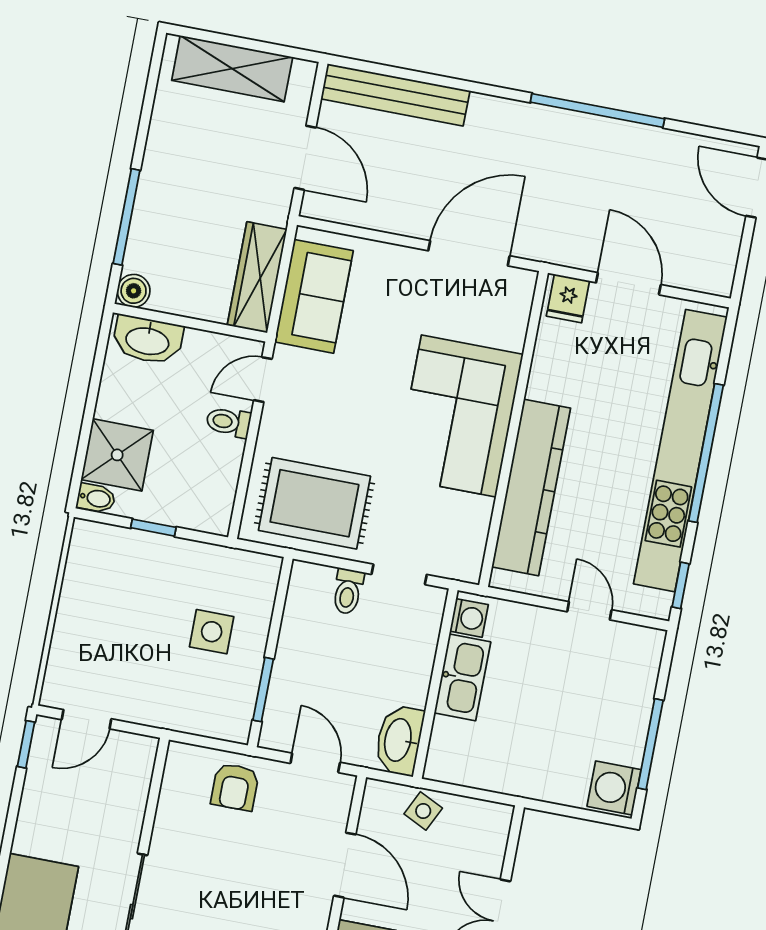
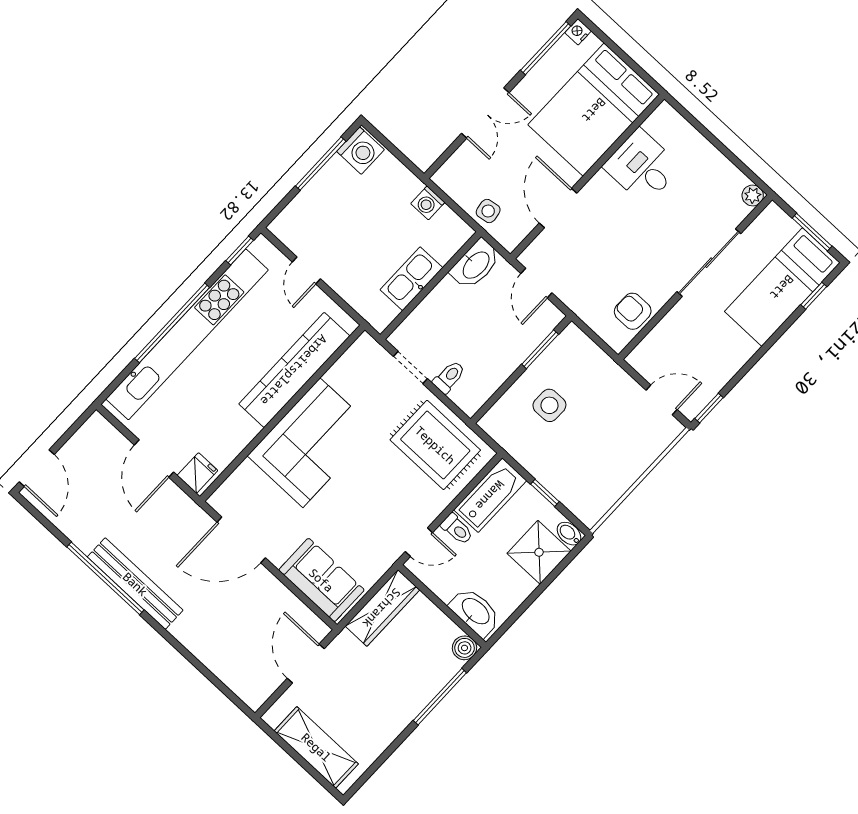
bench: (395, 95) -> (135, 584), moved
sofa: (314, 296) -> (321, 580), moved, turned 90
bathtub: (215, 485) -> (490, 495), added
washing machine: (469, 618) -> (428, 203), moved, turned -90
armchair: (235, 787) -> (633, 311), moved, turned -90
side table: (423, 811) -> (488, 211), turned -35

